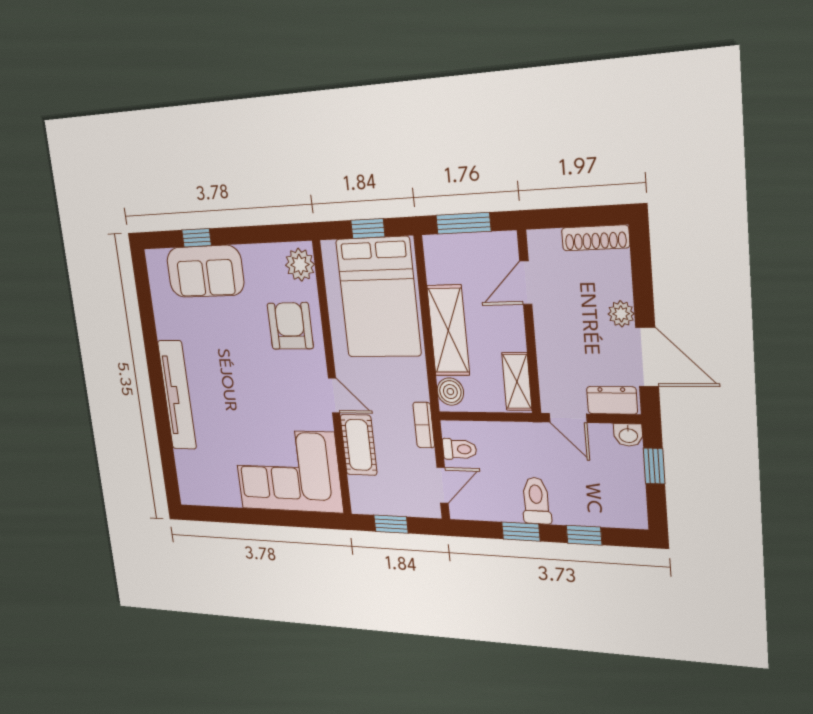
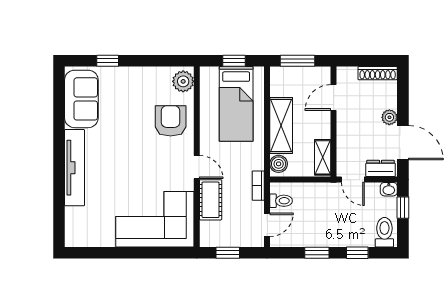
sofa: (205, 271) -> (81, 99), moved, turned -90
bed: (378, 298) -> (236, 104), width x0.67
toilet: (536, 501) -> (384, 232), moved

